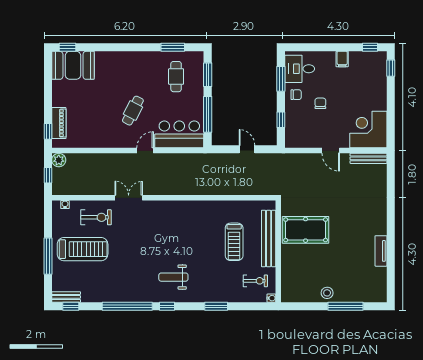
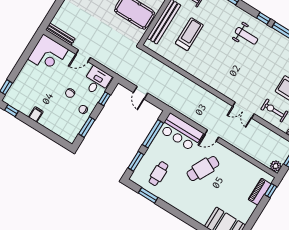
desk: (300, 69) -> (97, 81), moved, turned -90
cafe table: (133, 111) -> (203, 169), width x1.37, depth x1.35
door: (331, 151) -> (83, 56), swing flipped

